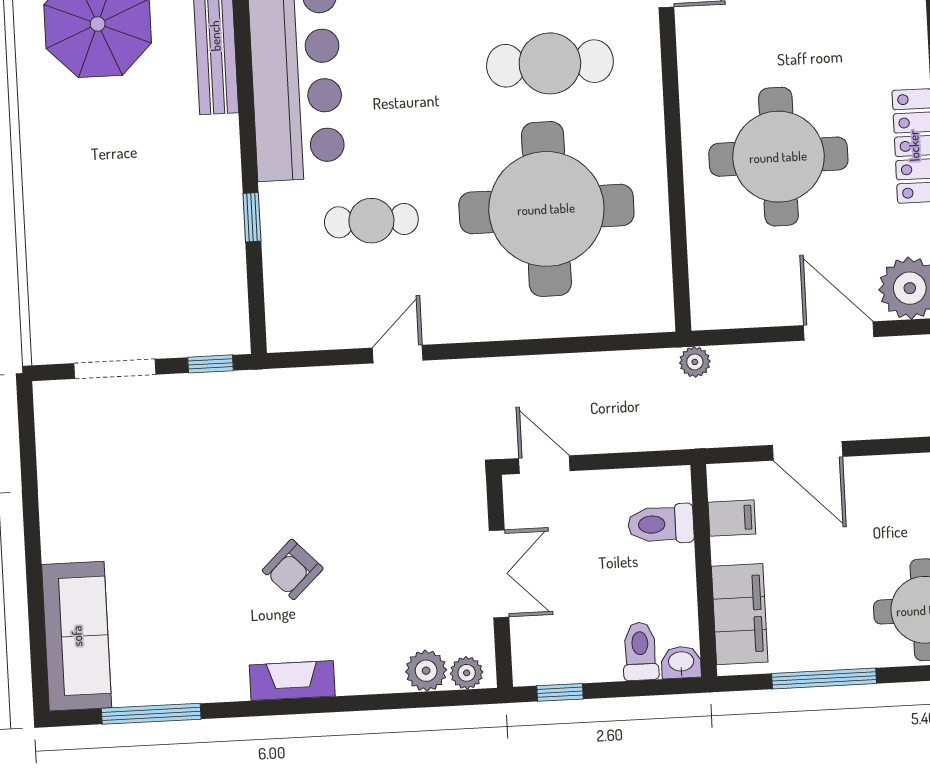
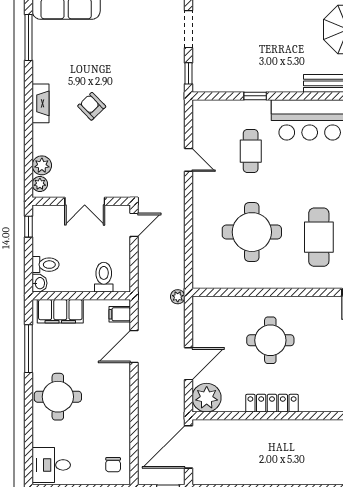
round table: (778, 157) -> (270, 340), width x0.73, depth x0.73
round table: (546, 209) -> (252, 232), width x0.73, depth x0.73
filing cabinet: (732, 518) -> (120, 314), moved, turned 90

